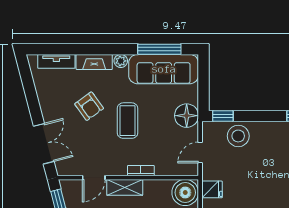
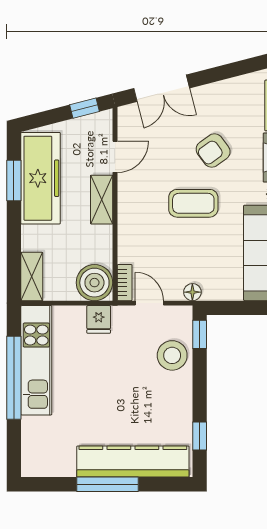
floor lamp: (187, 116) -> (192, 292), width x0.53, depth x0.53
bookcase: (141, 171) -> (125, 283), moved
door: (94, 178) -> (115, 157), swing flipped

